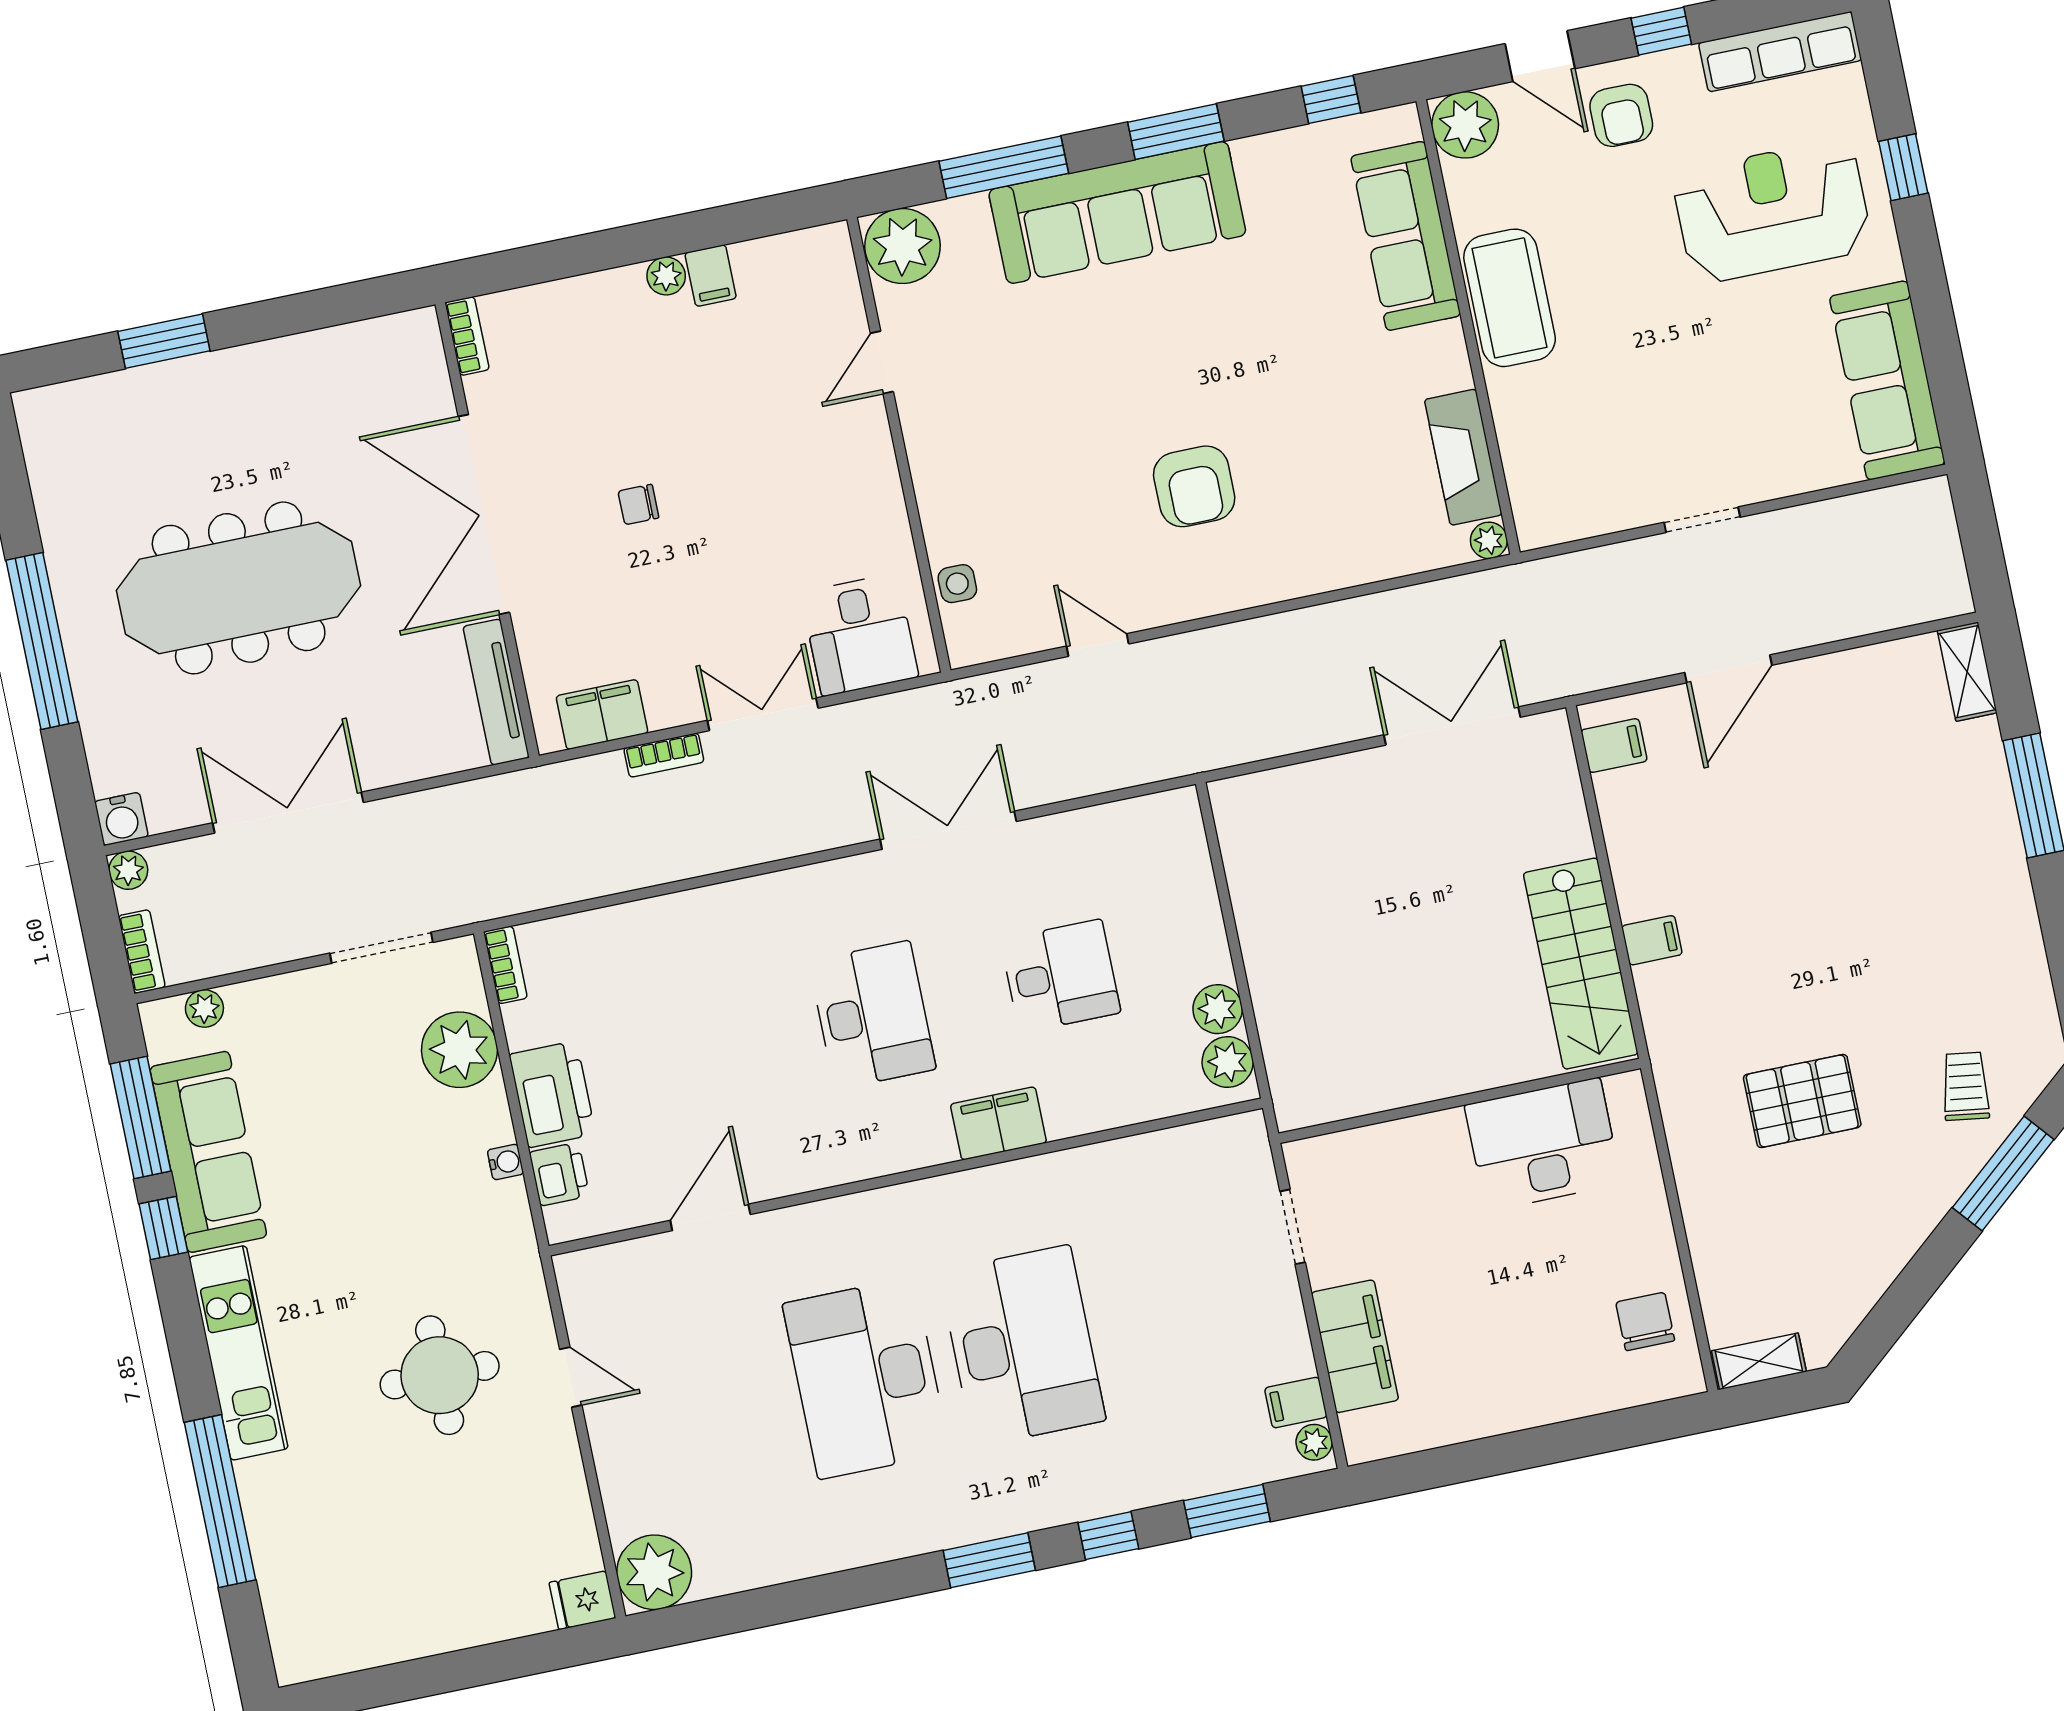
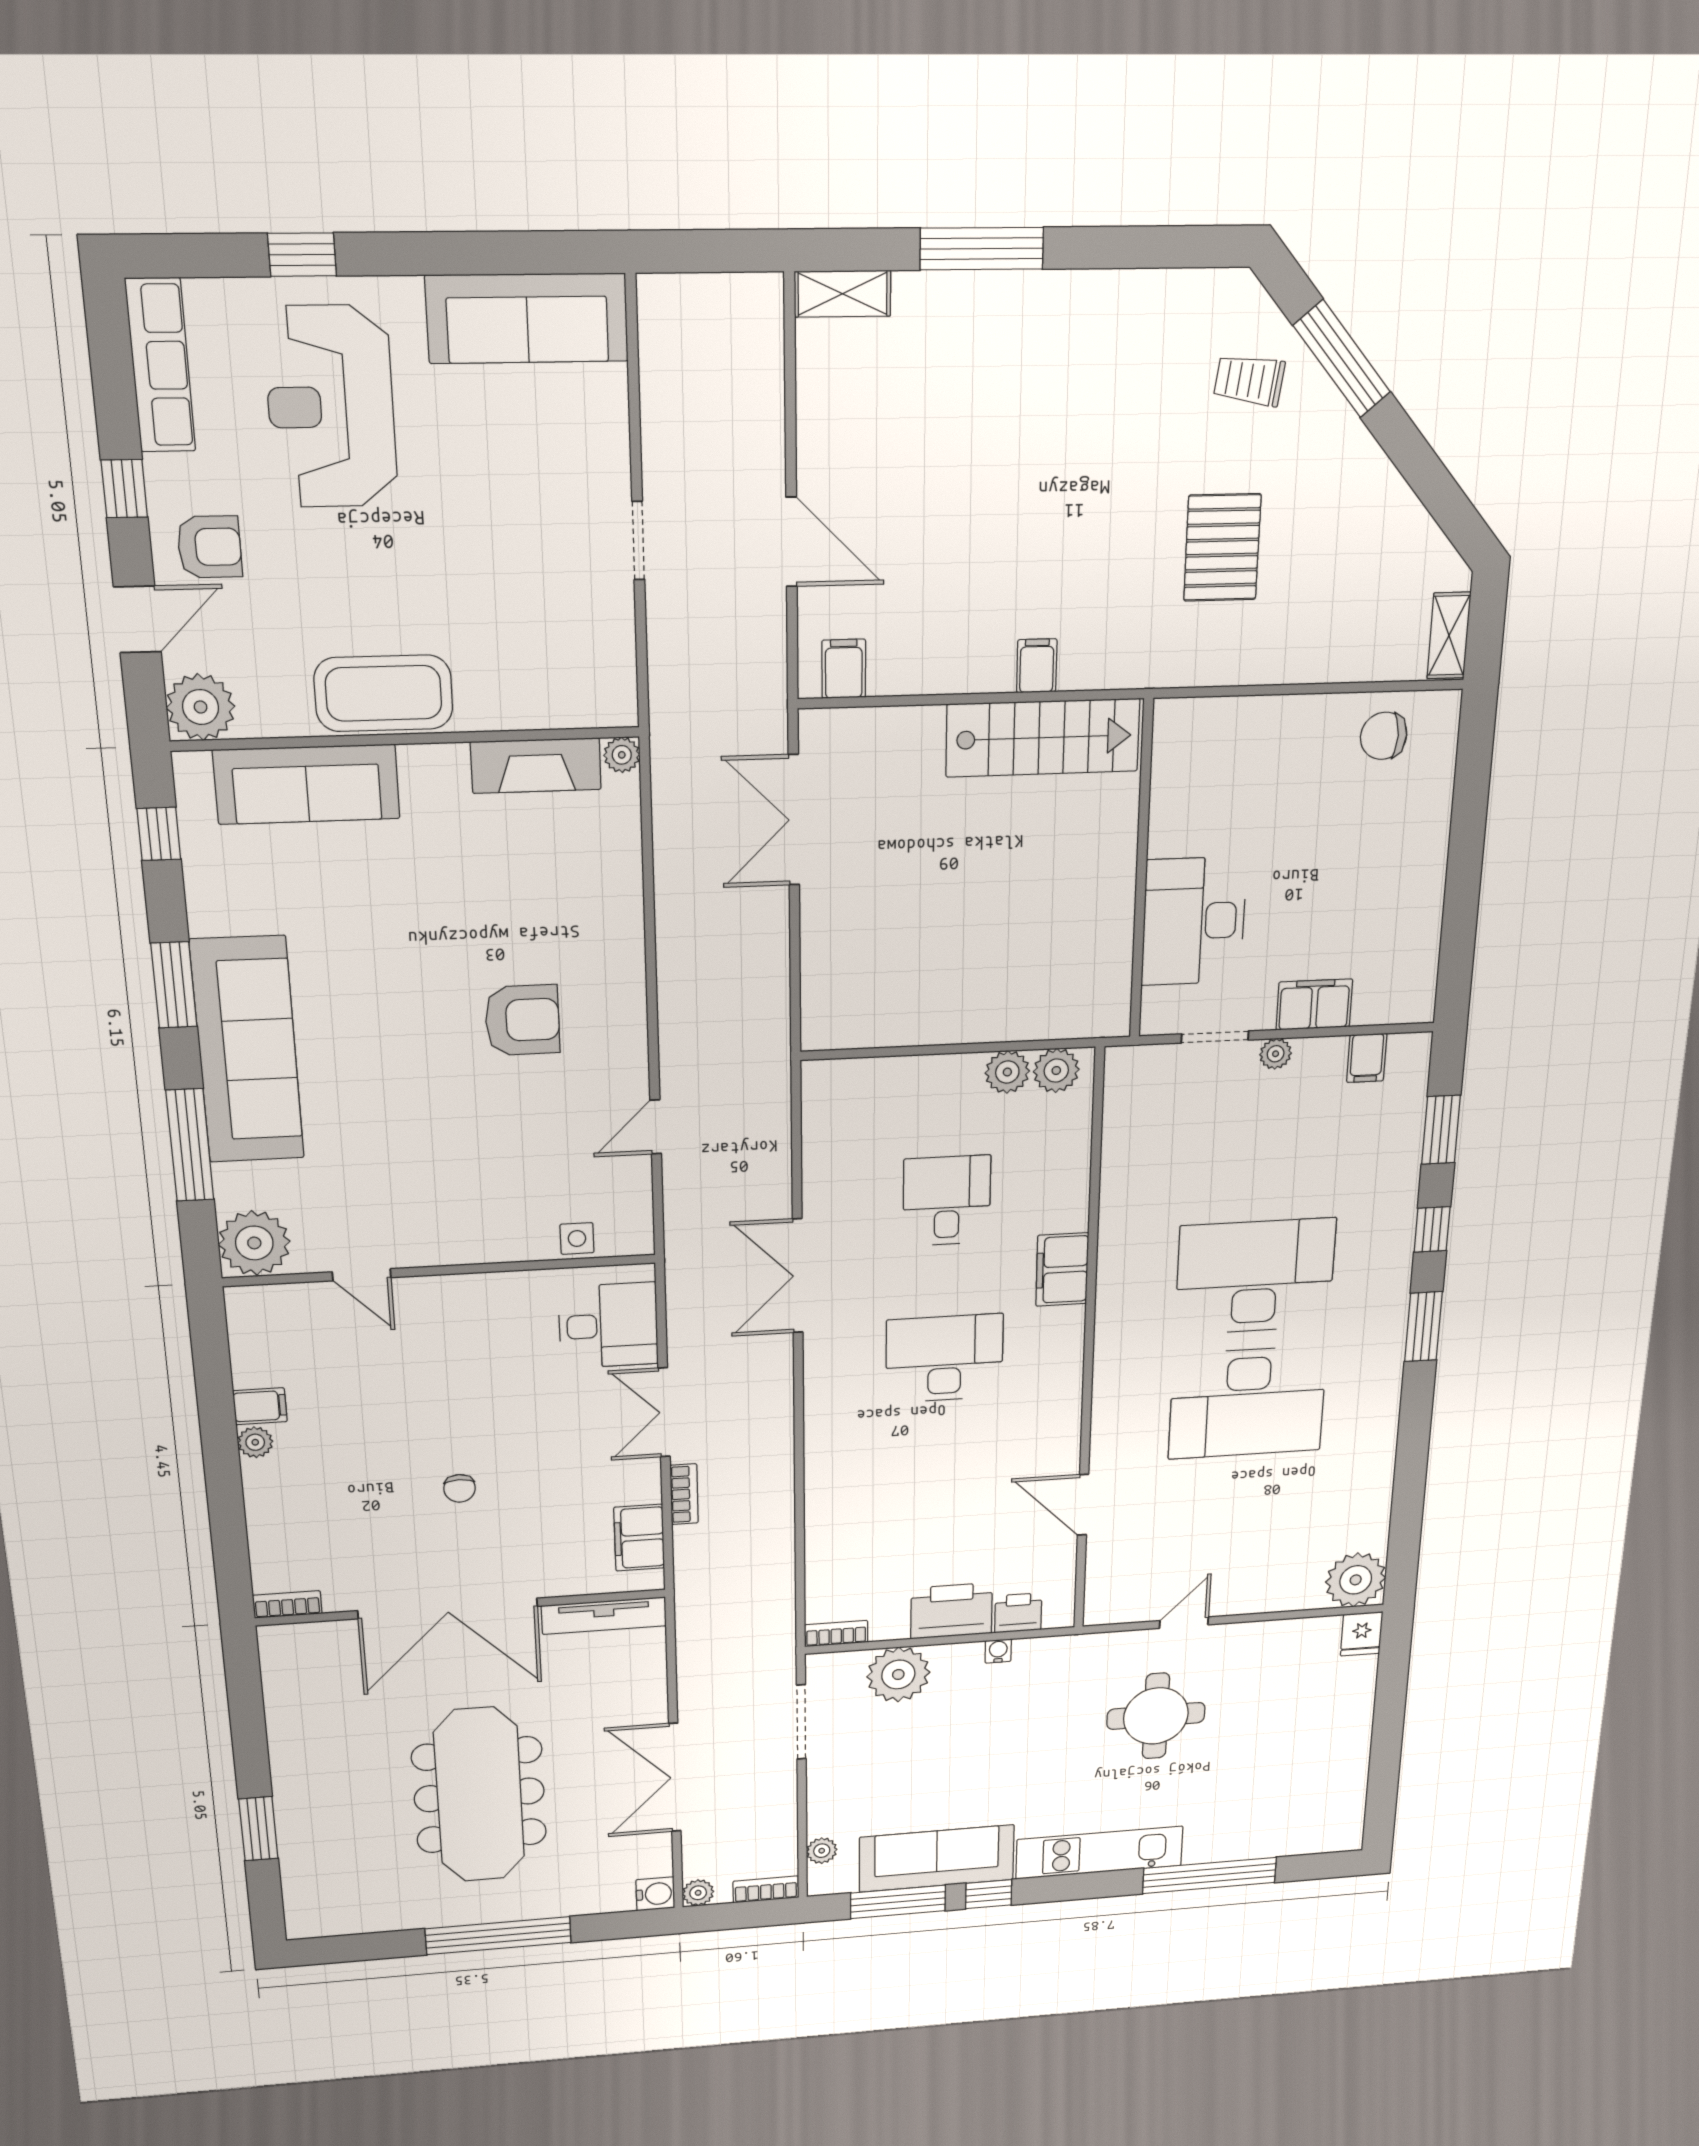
desk: (1543, 1144) -> (1194, 921), moved
filing cabinet: (1355, 1346) -> (1314, 1005), width x0.67, depth x0.86
plant: (1314, 1442) -> (1276, 1054), moved

